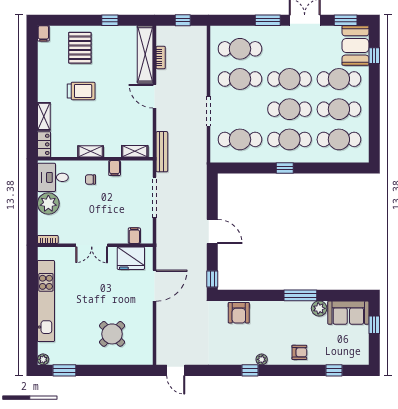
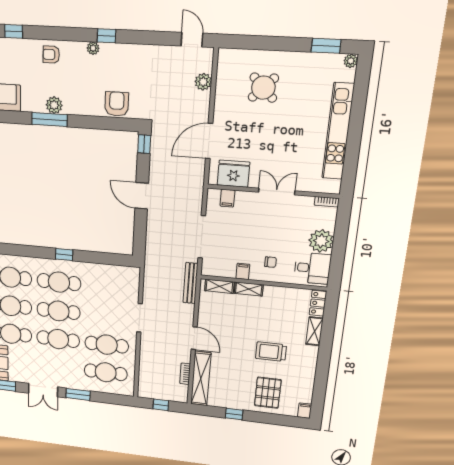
cafe table: (240, 139) -> (109, 287), removed
shelving: (91, 151) -> (249, 289), moved
plant: (319, 308) -> (54, 105), moved
plant: (164, 336) -> (203, 82), added

